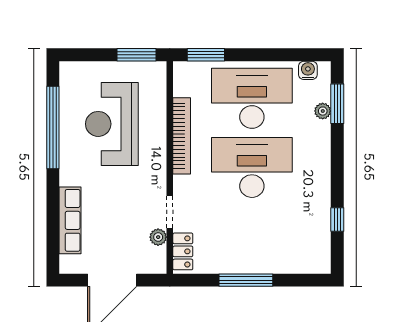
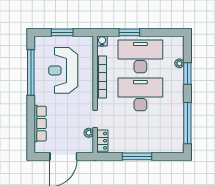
window: (137, 55) -> (62, 32), moved
window: (206, 55) -> (129, 32), moved
water cooler: (308, 70) -> (102, 41), moved
window: (337, 104) -> (187, 73), moved
window: (337, 220) -> (187, 123), width x3.17

